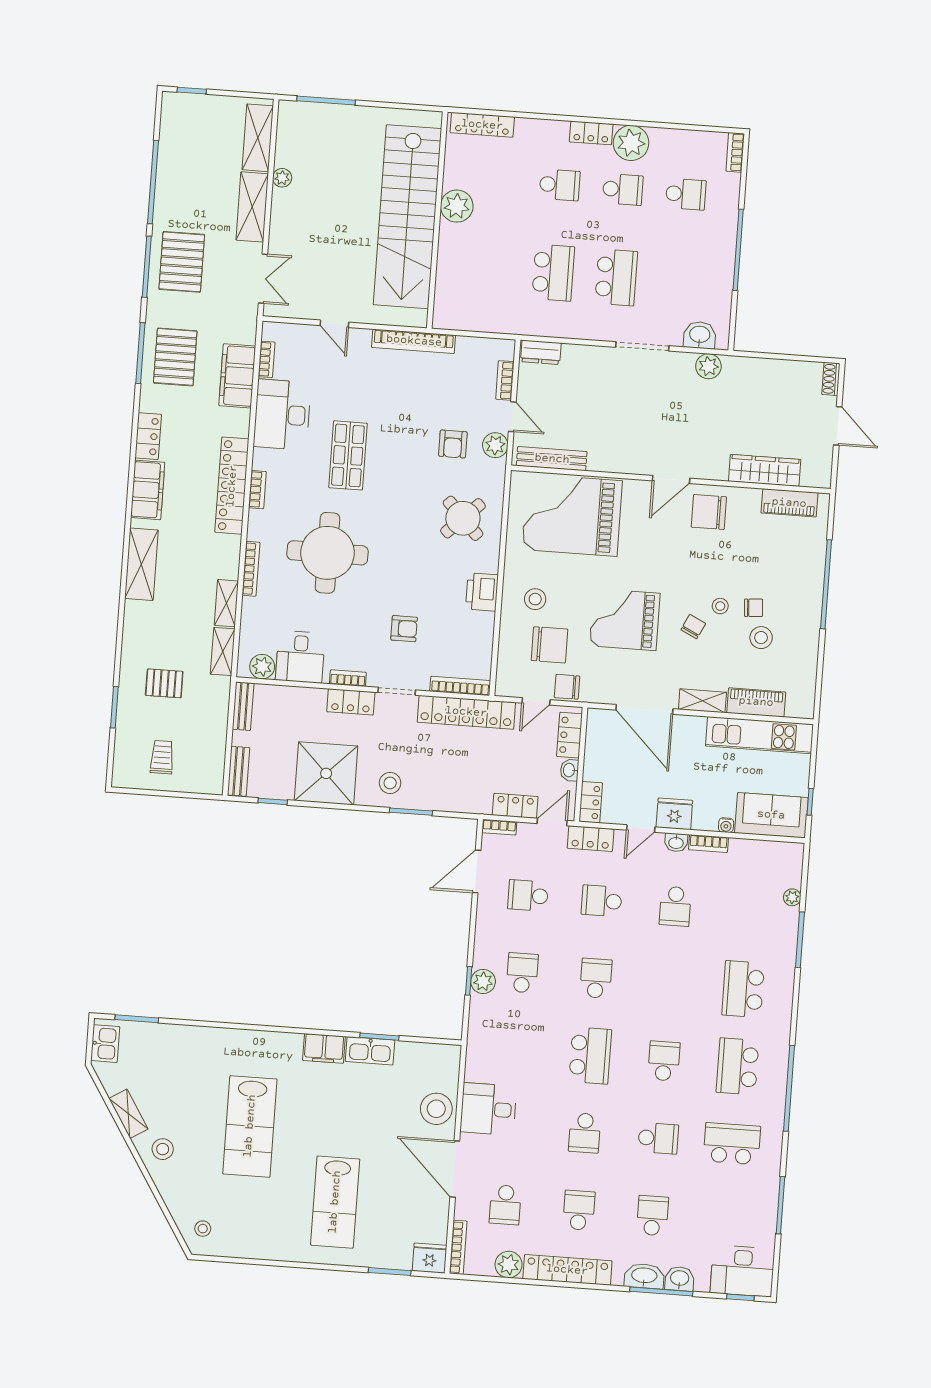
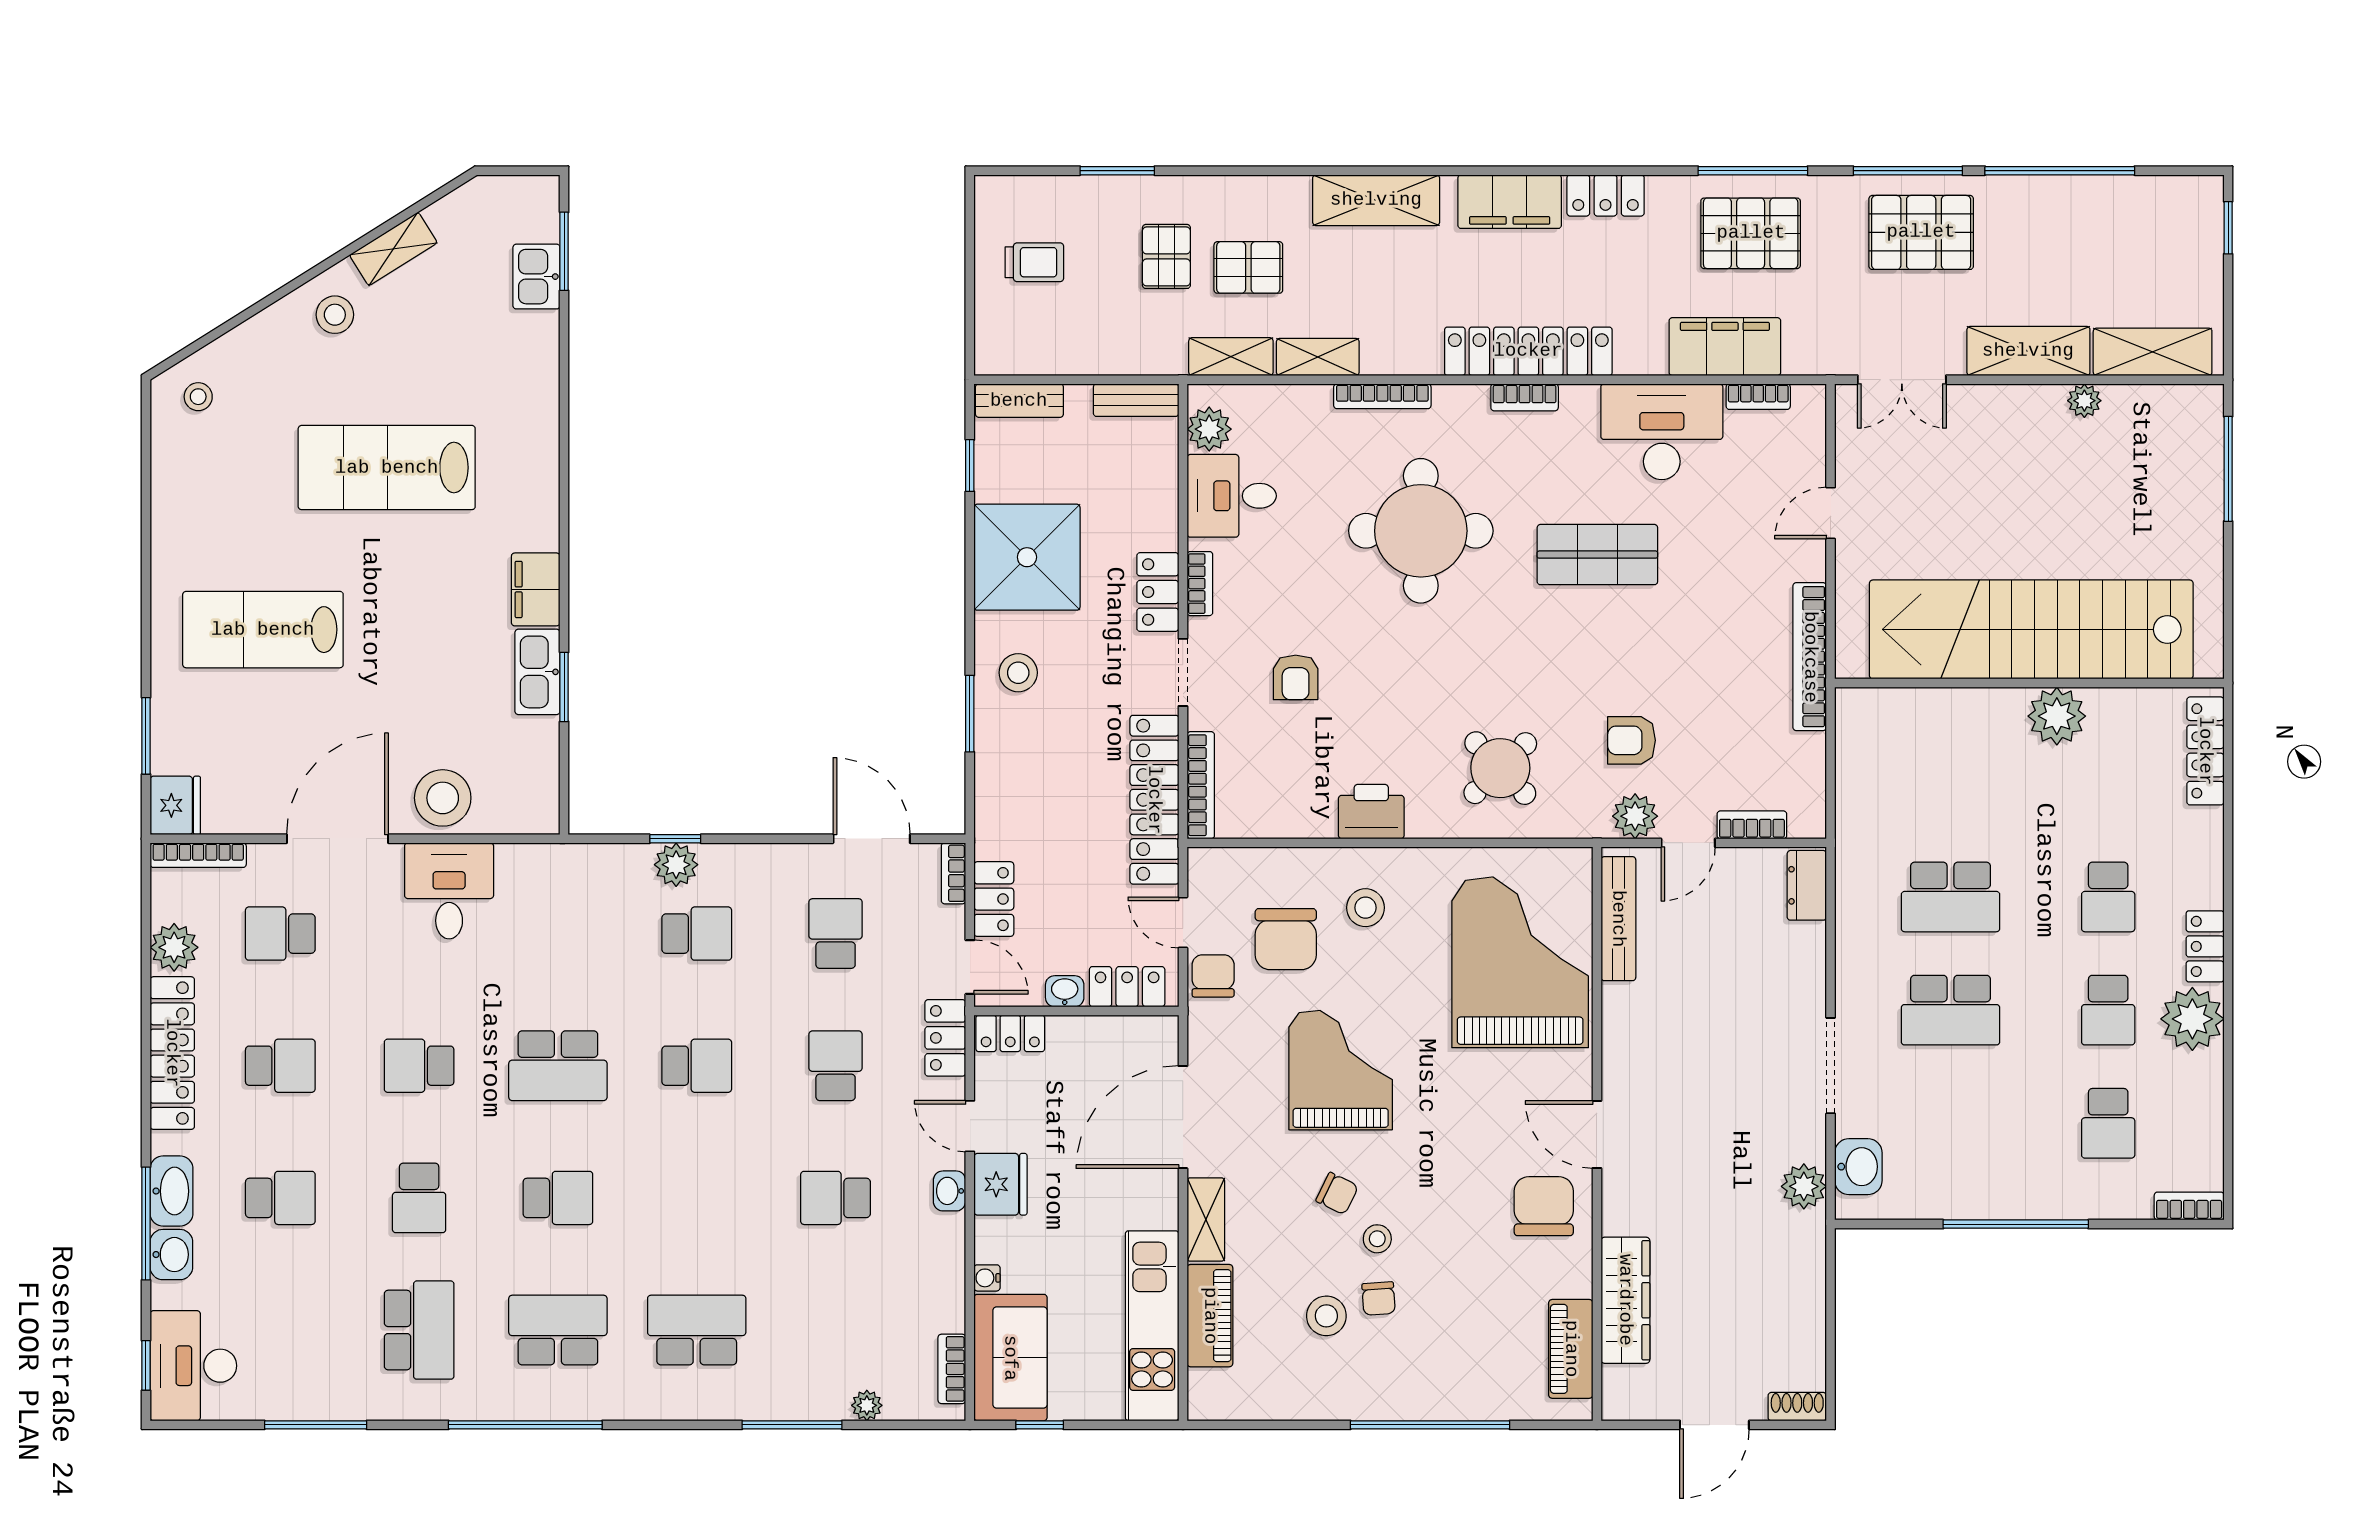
pallet: (174, 638) -> (1248, 267), added
bookcase: (708, 844) -> (952, 1369), moved
kitchen sink: (105, 1044) -> (536, 277), moved, turned 90

